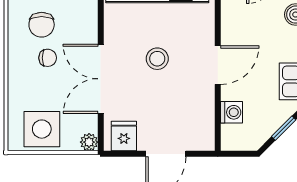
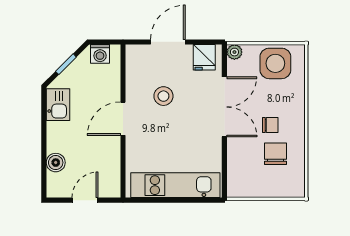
chair: (48, 58) -> (270, 125), turned 180
stool: (157, 59) -> (163, 96), moved
washing machine: (232, 112) -> (100, 54), moved, turned -90

